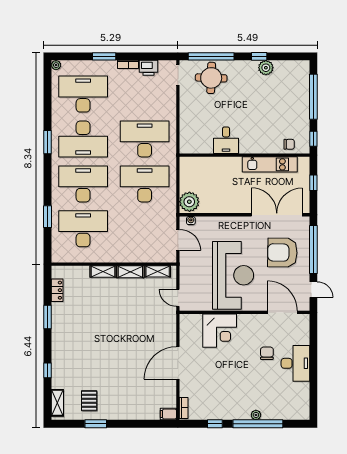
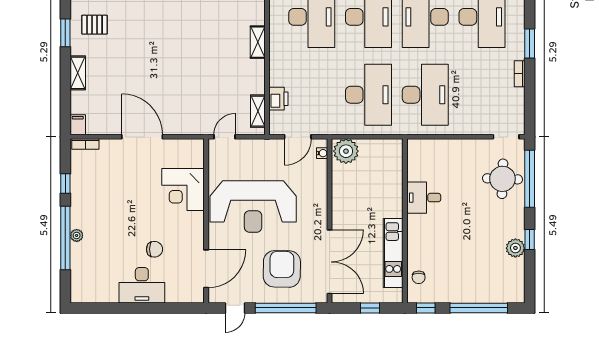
printer: (149, 68) -> (278, 99), moved, turned 180
shelving: (130, 272) -> (78, 73), moved

